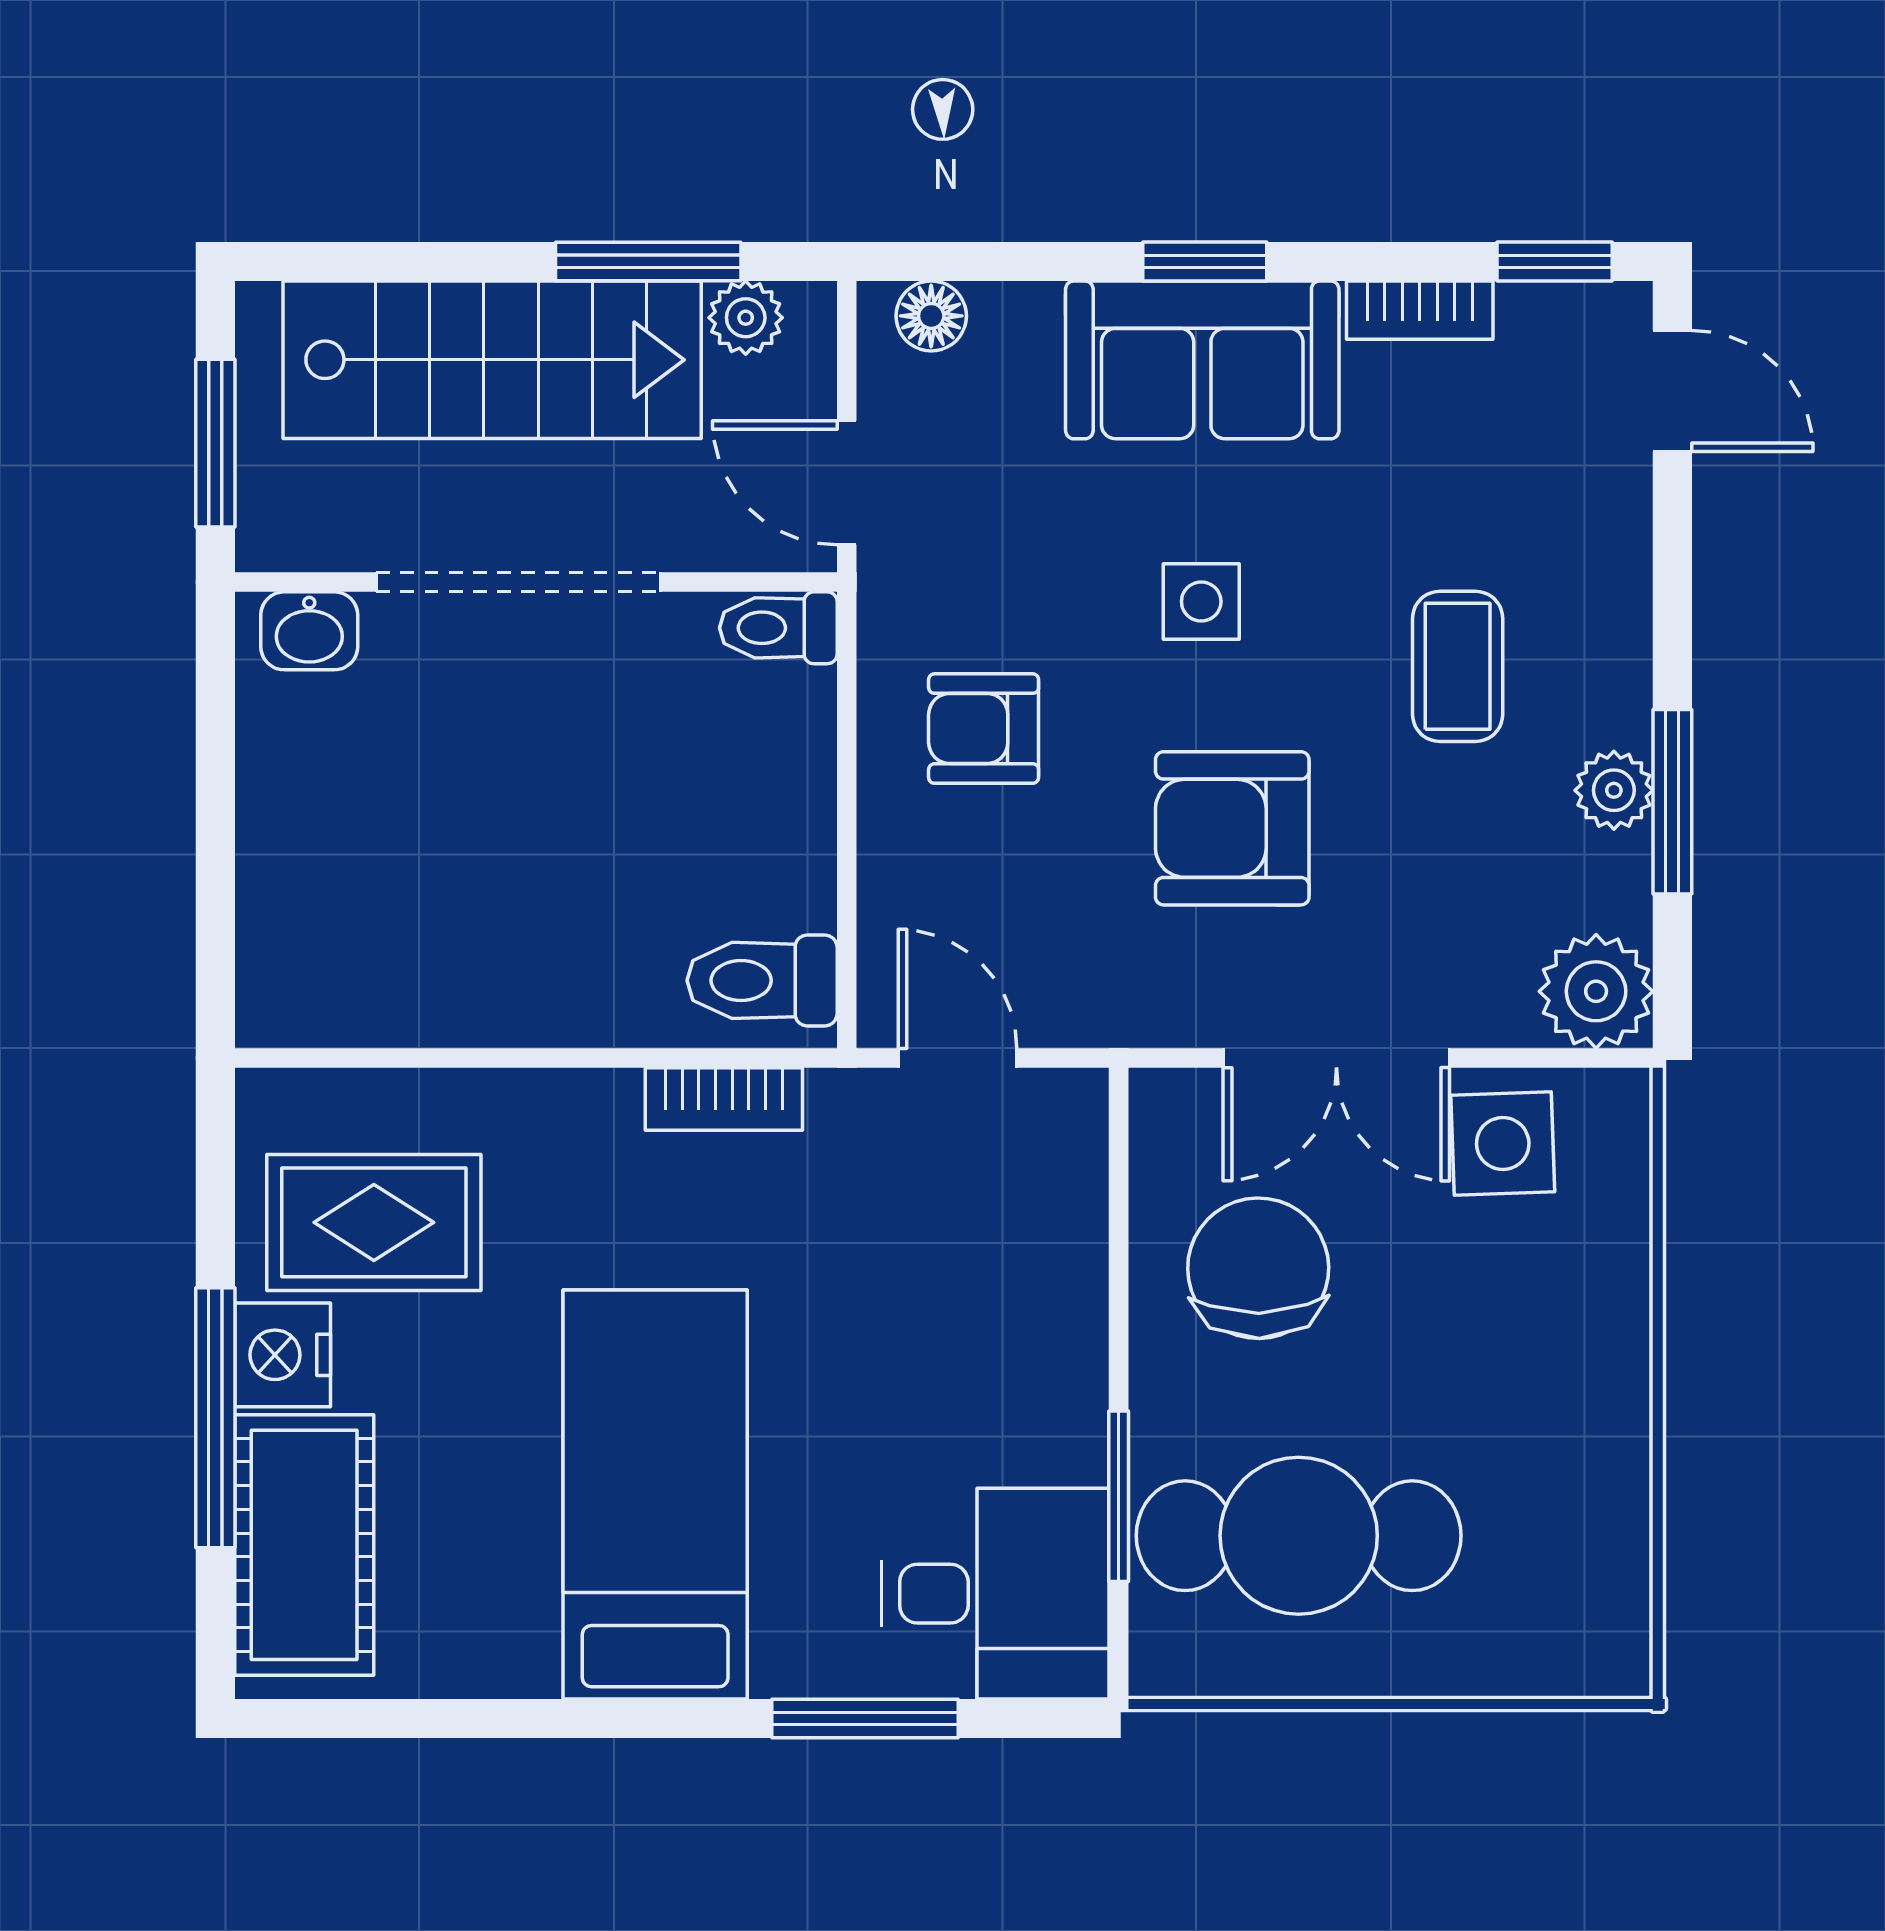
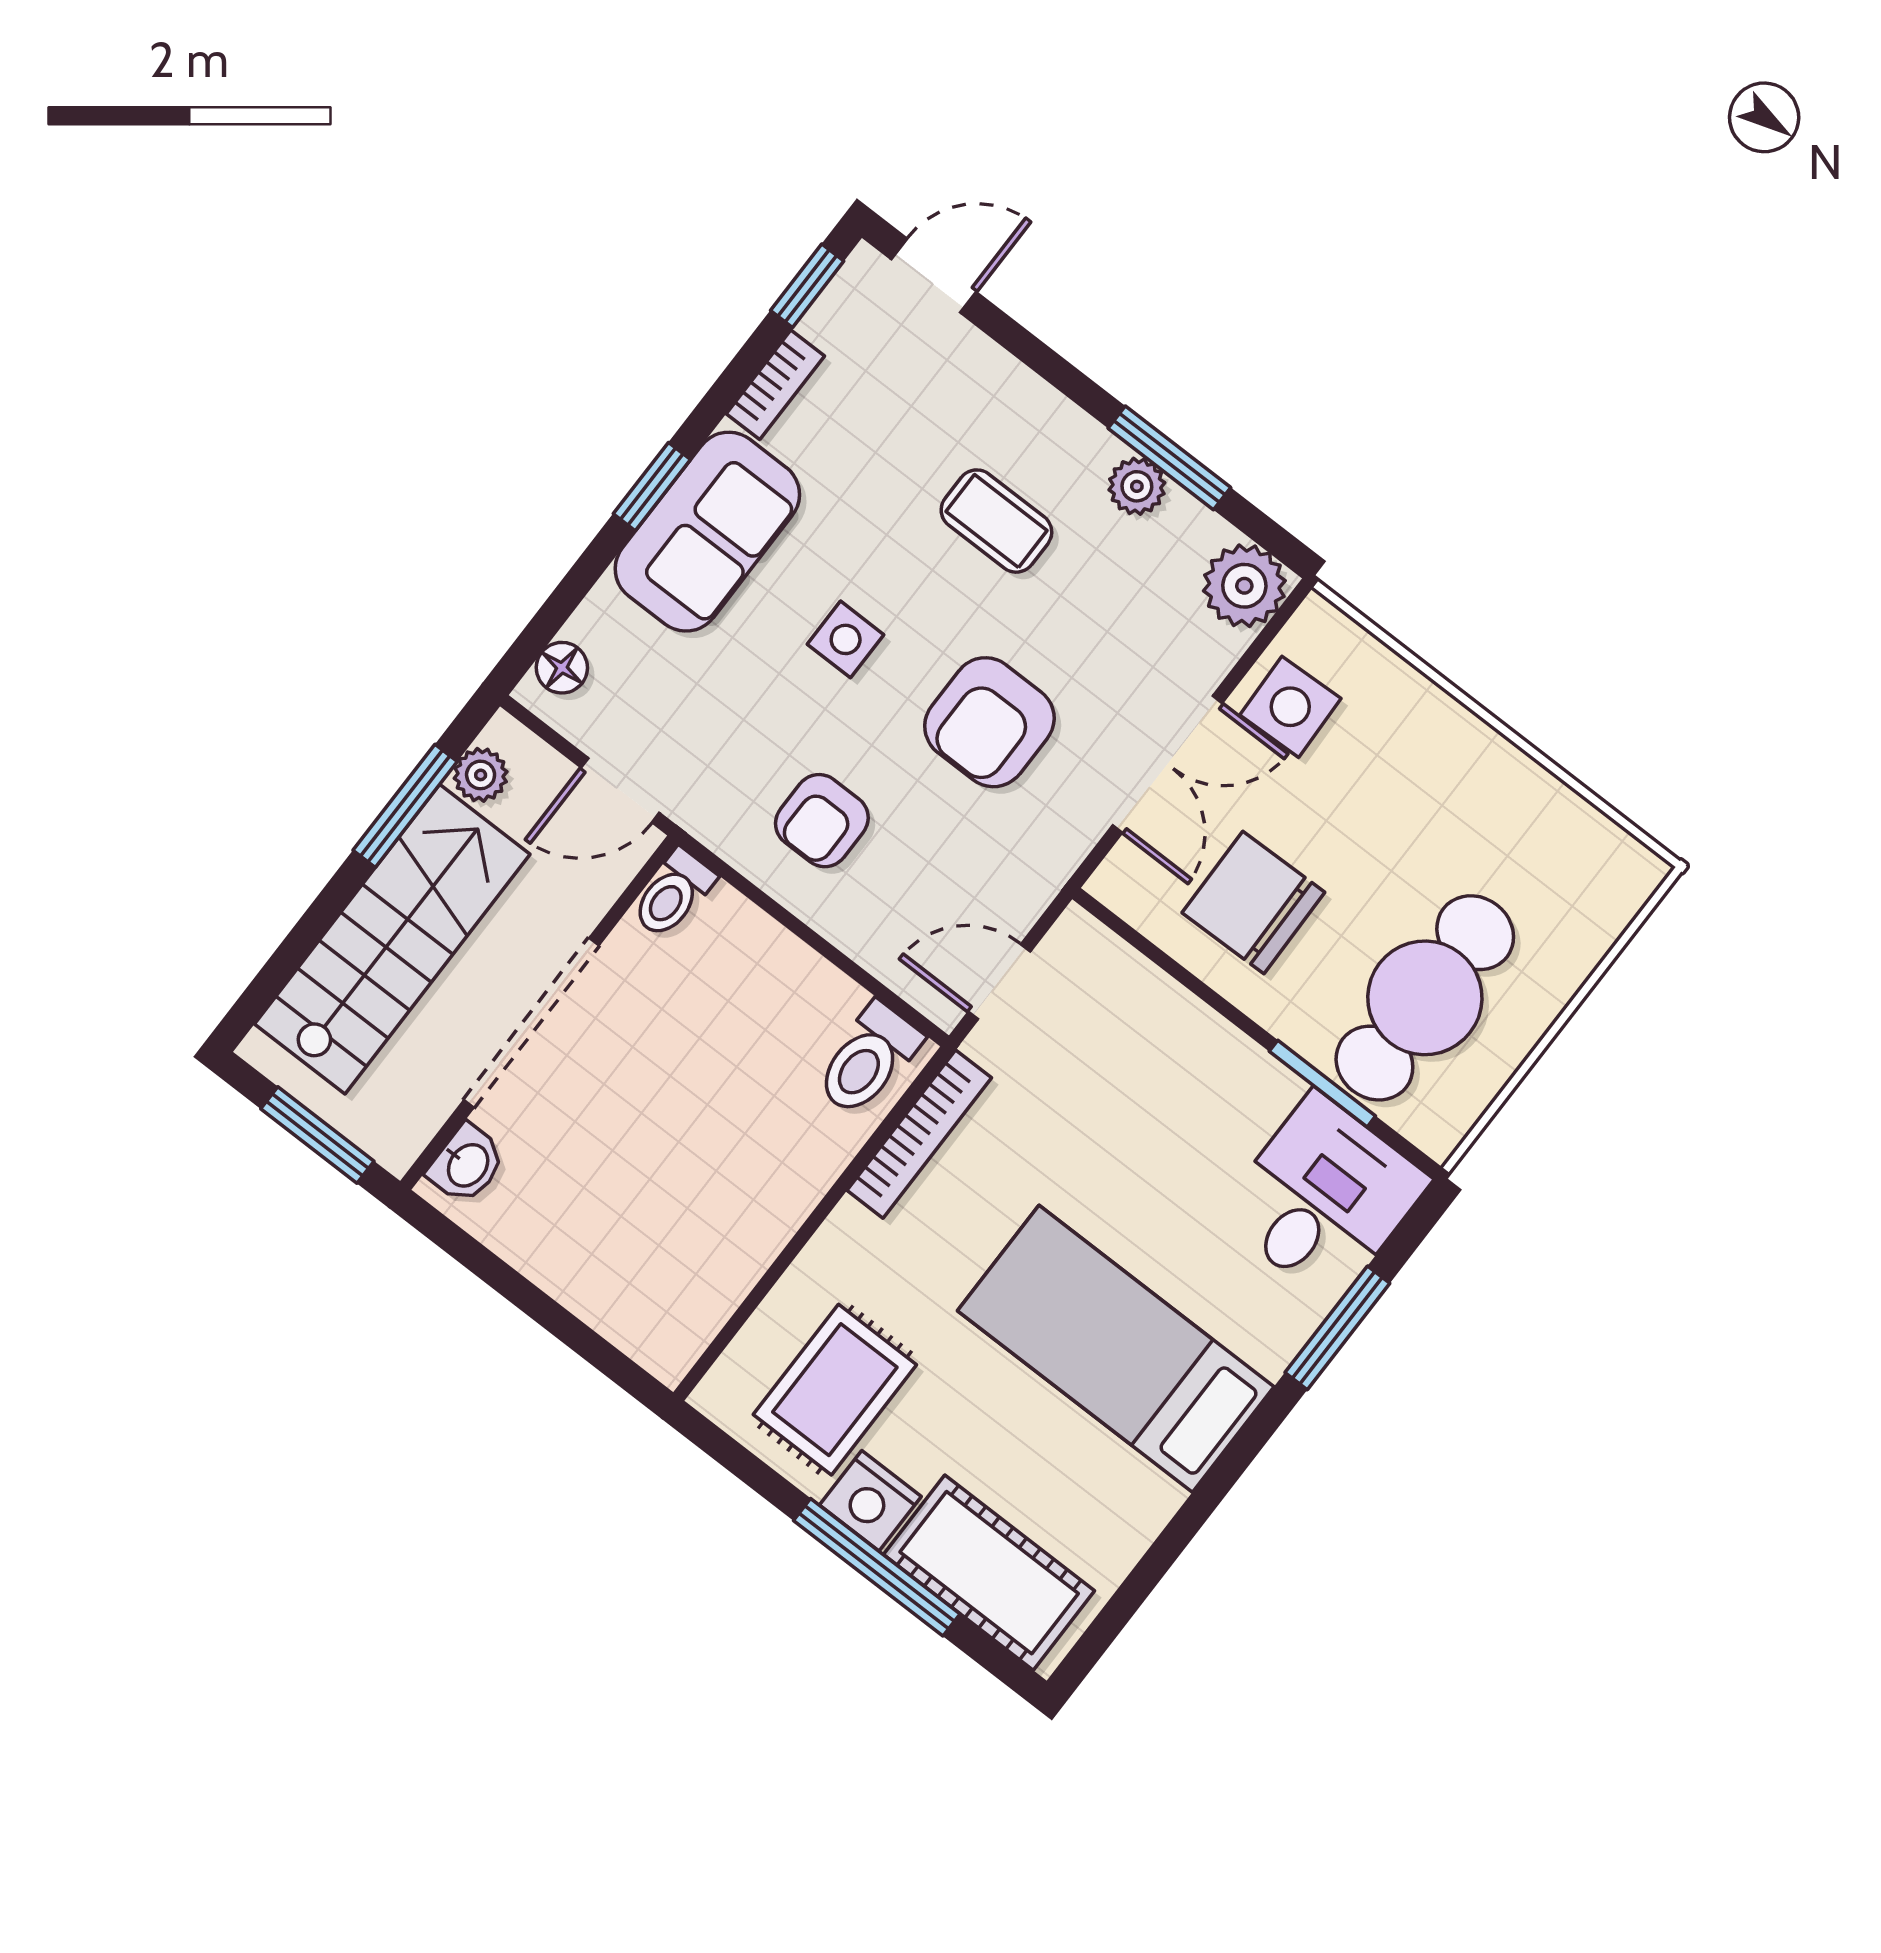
bookcase: (724, 1099) -> (919, 1134), width x1.56

